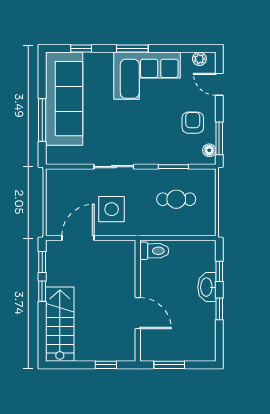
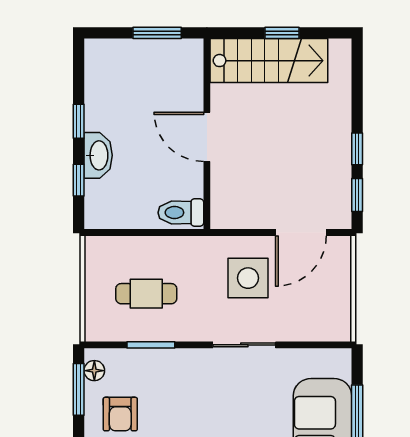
door: (138, 313) -> (207, 137), moved
stairs: (60, 324) -> (269, 61), moved, turned -90
window: (106, 365) -> (282, 33), moved

